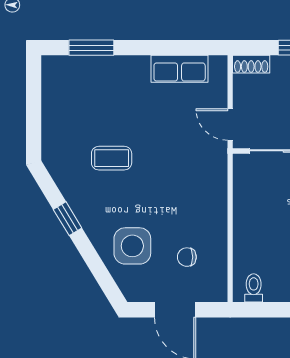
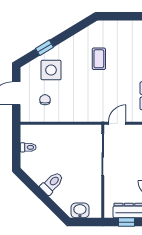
window: (68, 219) -> (44, 48), moved
toilet: (254, 288) -> (28, 147), moved

